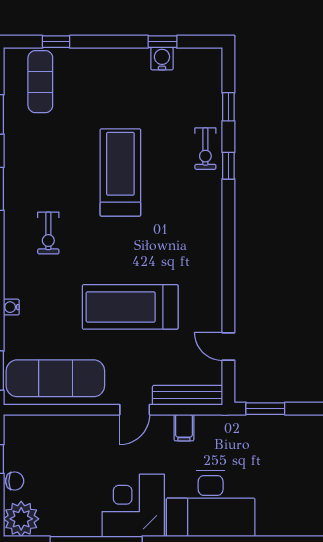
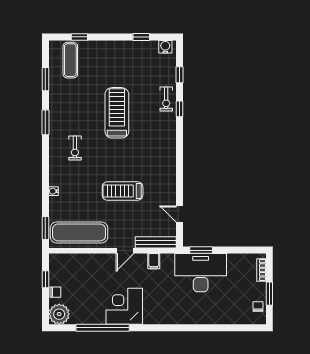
water cooler: (162, 59) -> (165, 47), moved
treadmill: (130, 307) -> (123, 191), width x0.73, depth x0.73
desk: (211, 503) -> (201, 273), moved, turned 180

